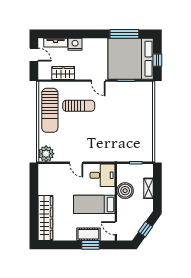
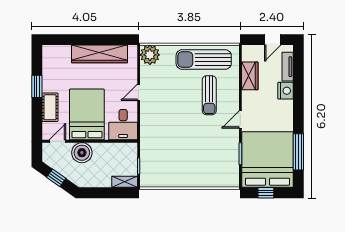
shelving: (149, 188) -> (125, 182), moved
boiler: (125, 191) -> (82, 153), moved
bed: (94, 204) -> (87, 114), width x1.50
wardrobe: (45, 218) -> (100, 54), moved
window: (91, 245) -> (37, 86), moved

